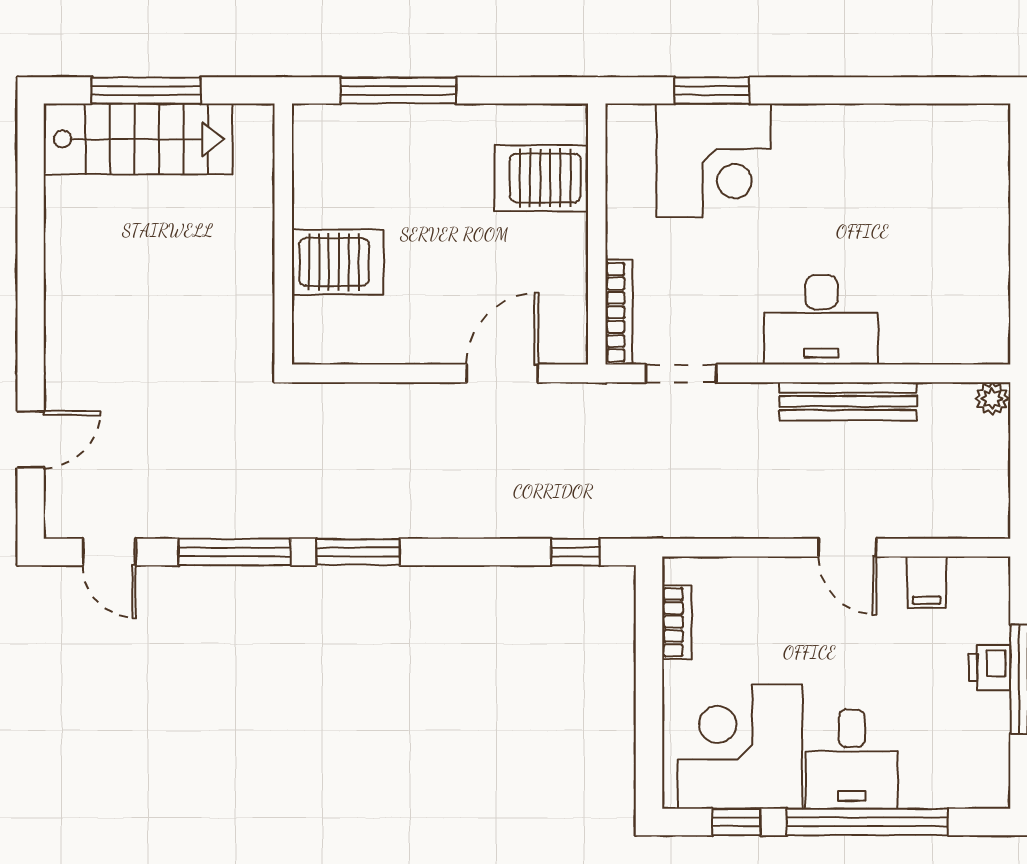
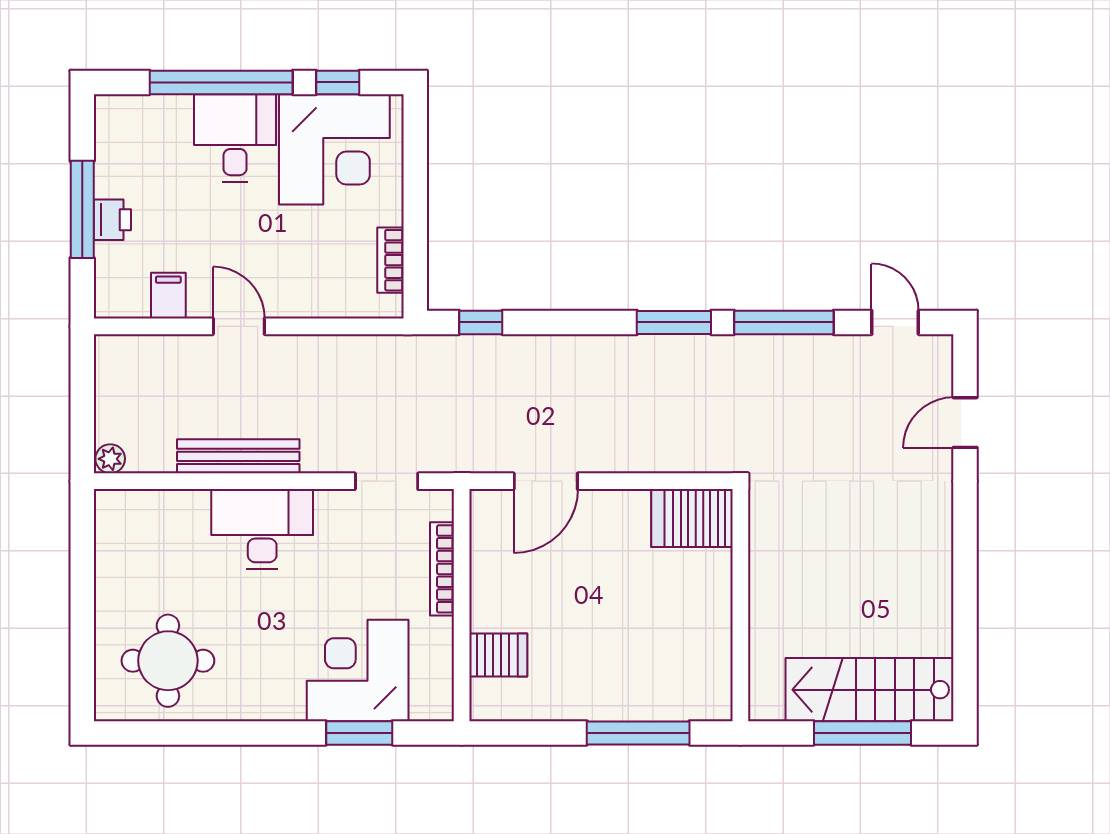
round table: (927, 172) -> (168, 661), added
server rack: (541, 178) -> (498, 655), width x0.73, depth x0.70
server rack: (338, 262) -> (692, 518), moved
bookcase: (619, 312) -> (442, 569), moved

